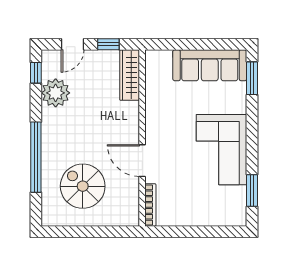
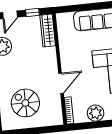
door: (142, 161) -> (61, 83), swing flipped
plant: (192, 213) -> (96, 113), added

